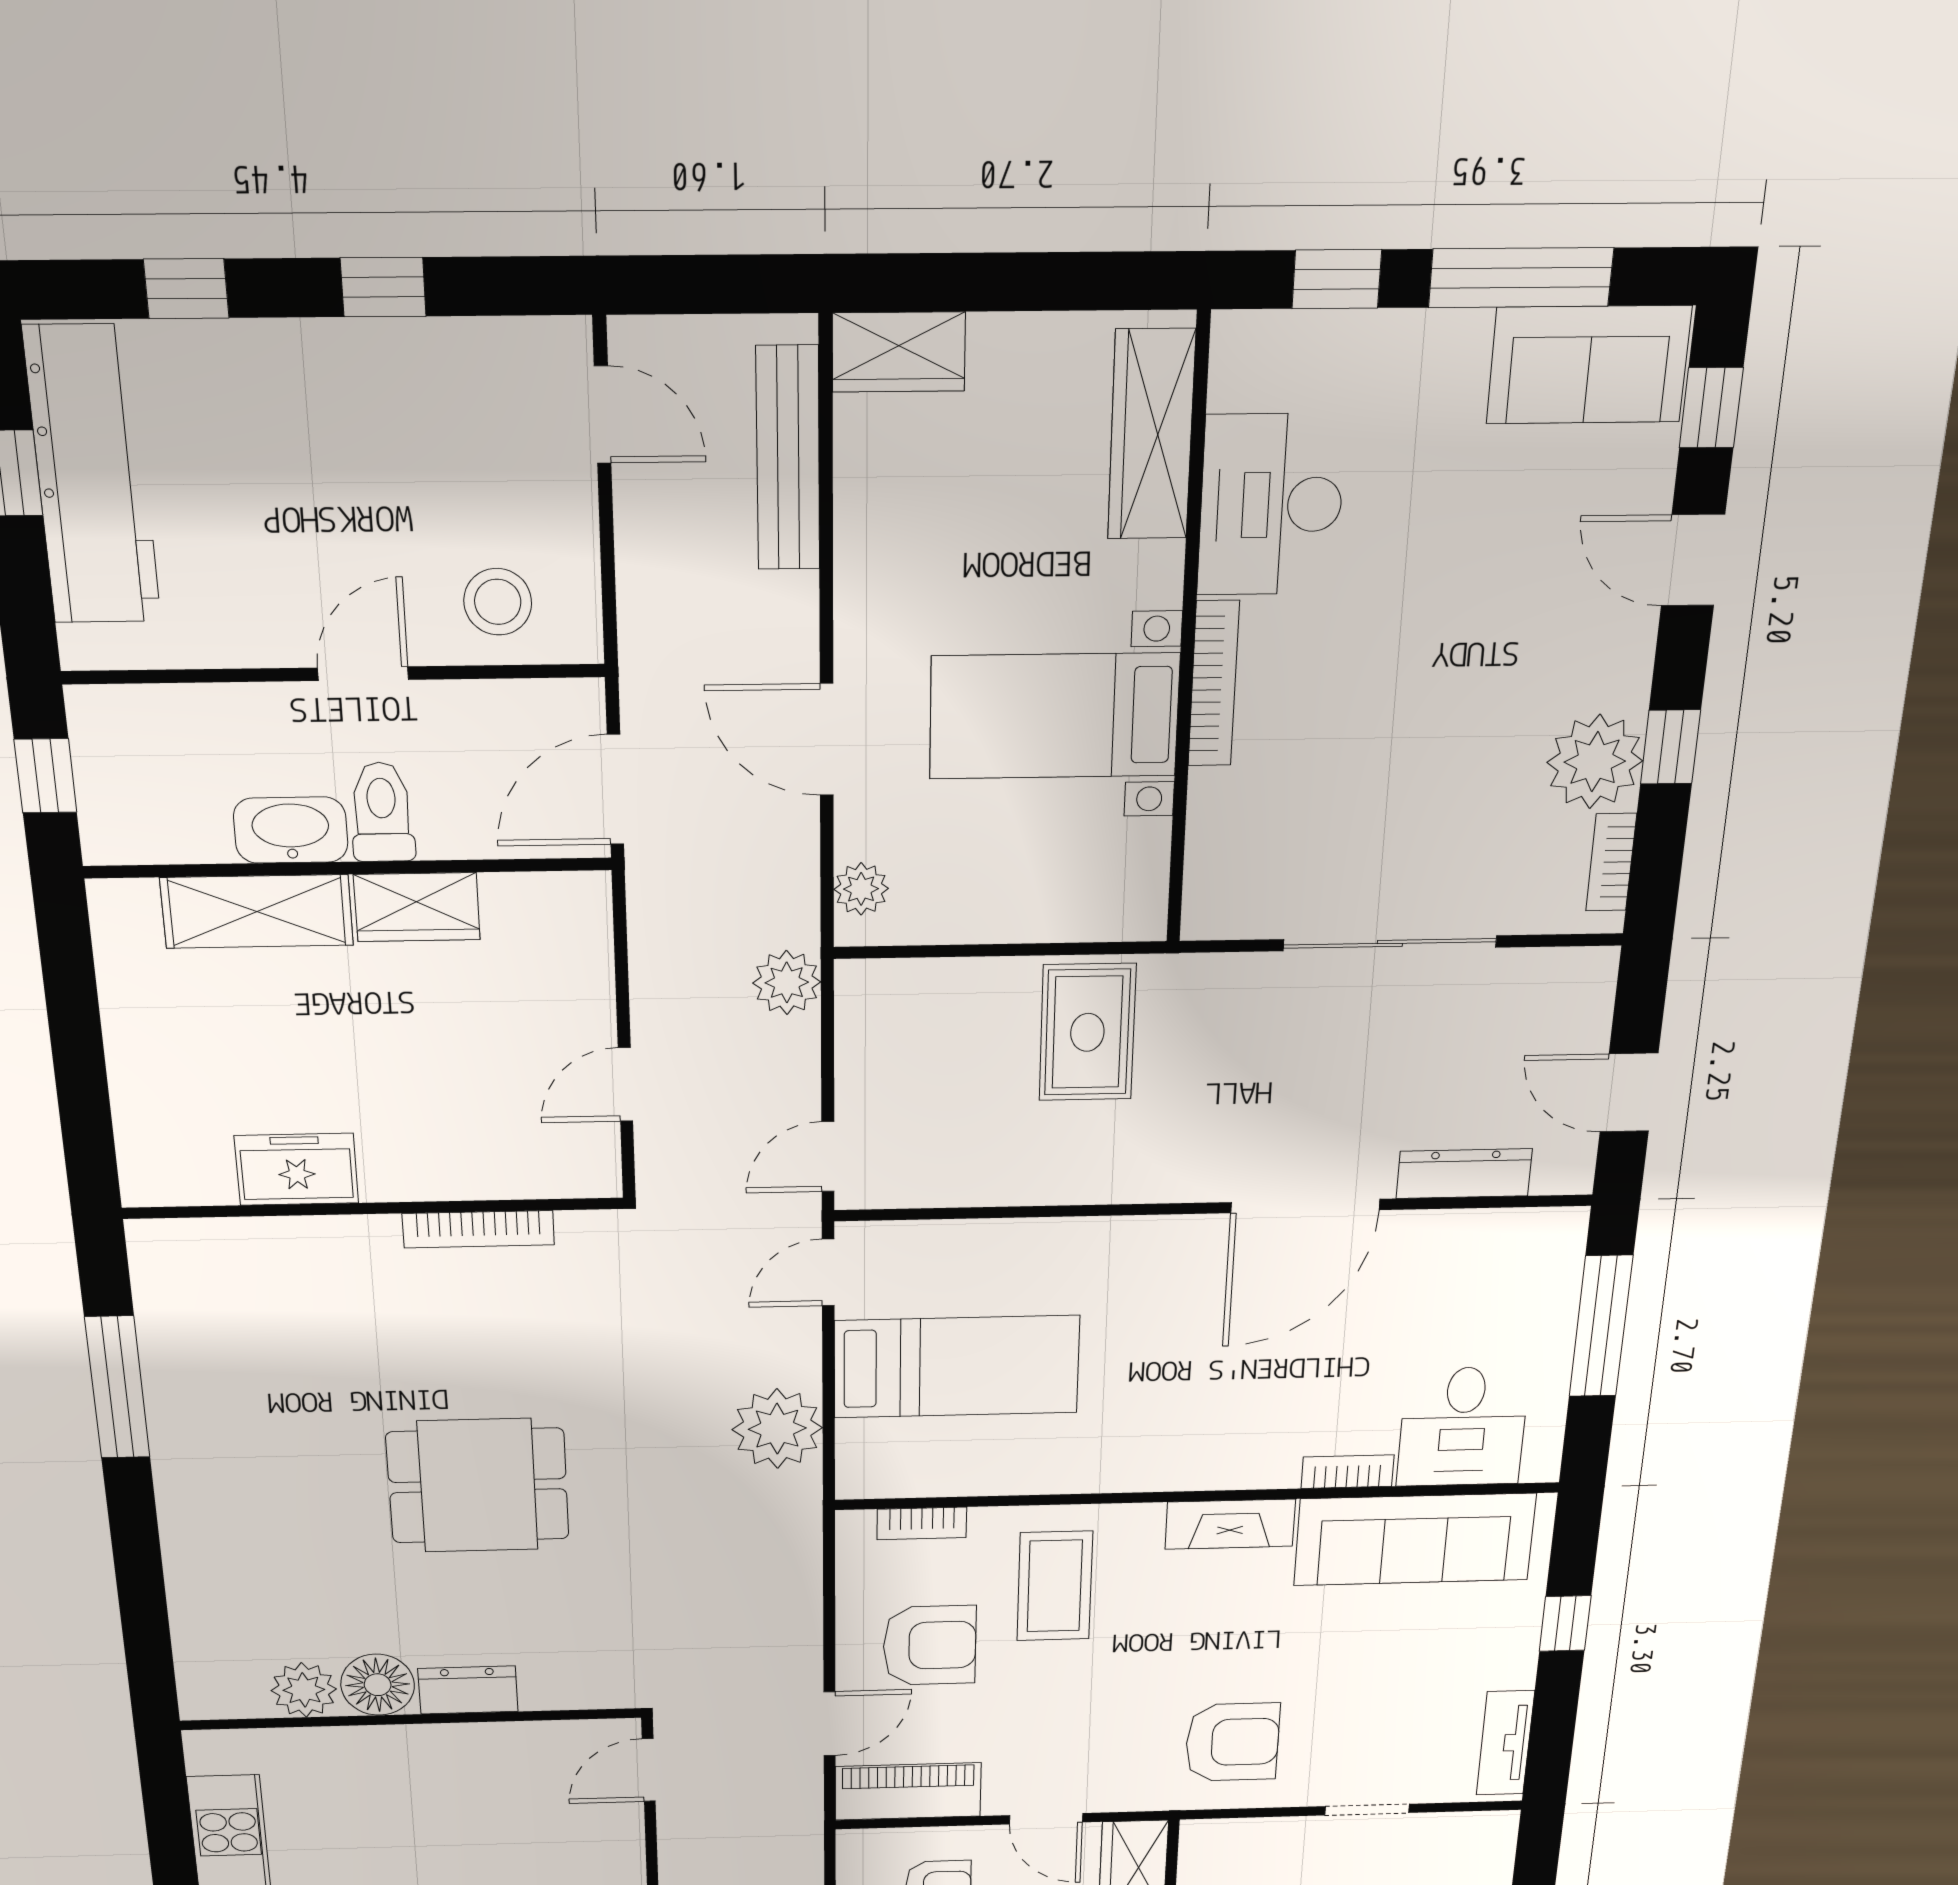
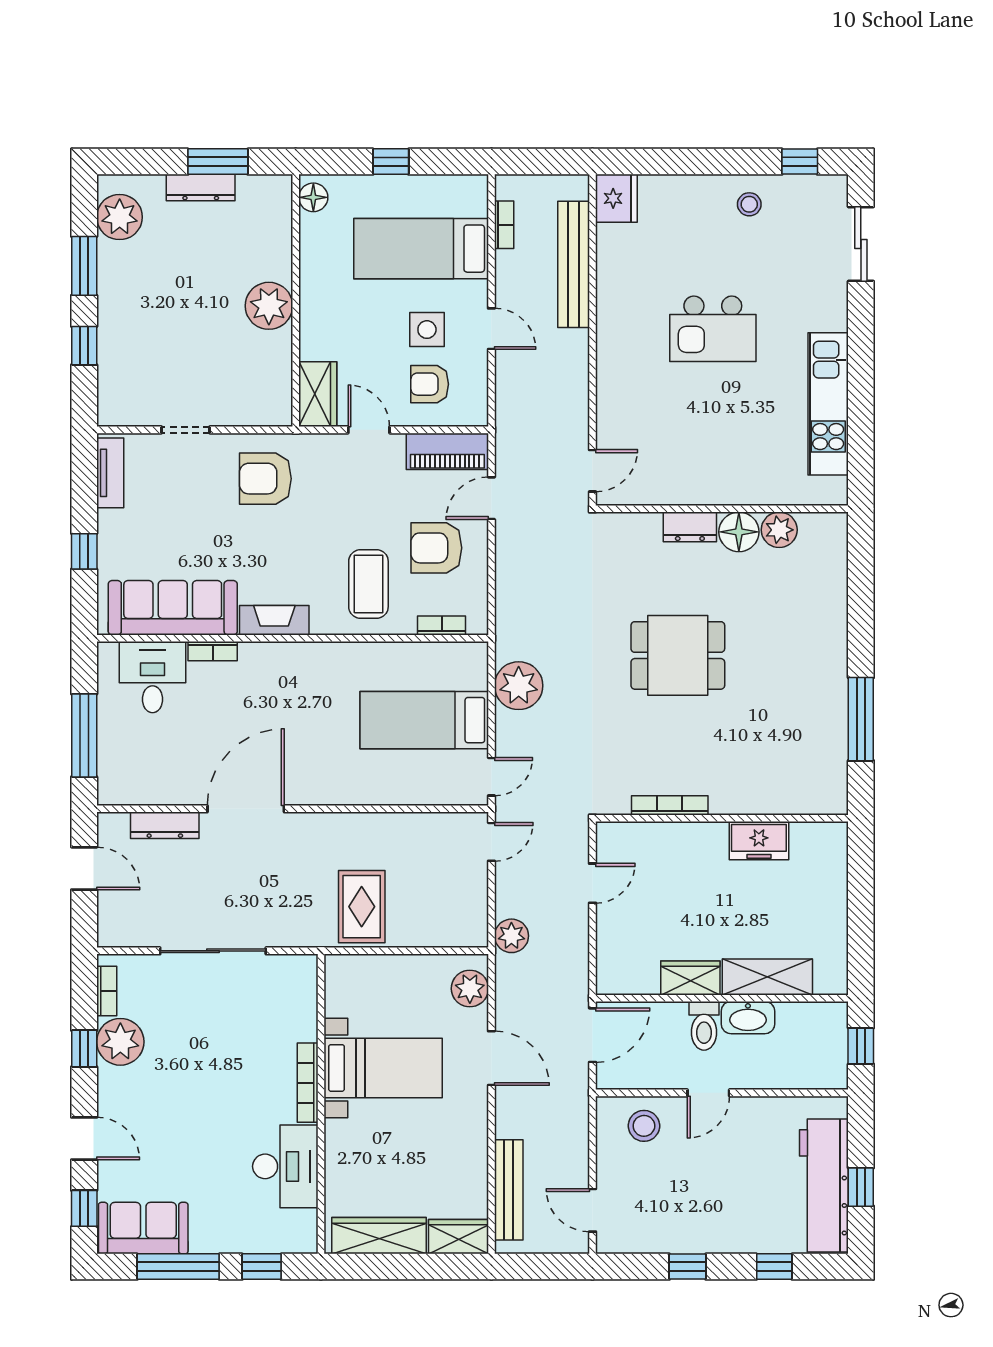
wardrobe: (1151, 435) -> (379, 1236), moved, turned -90
plant: (861, 889) -> (470, 989), width x1.38, depth x1.38

